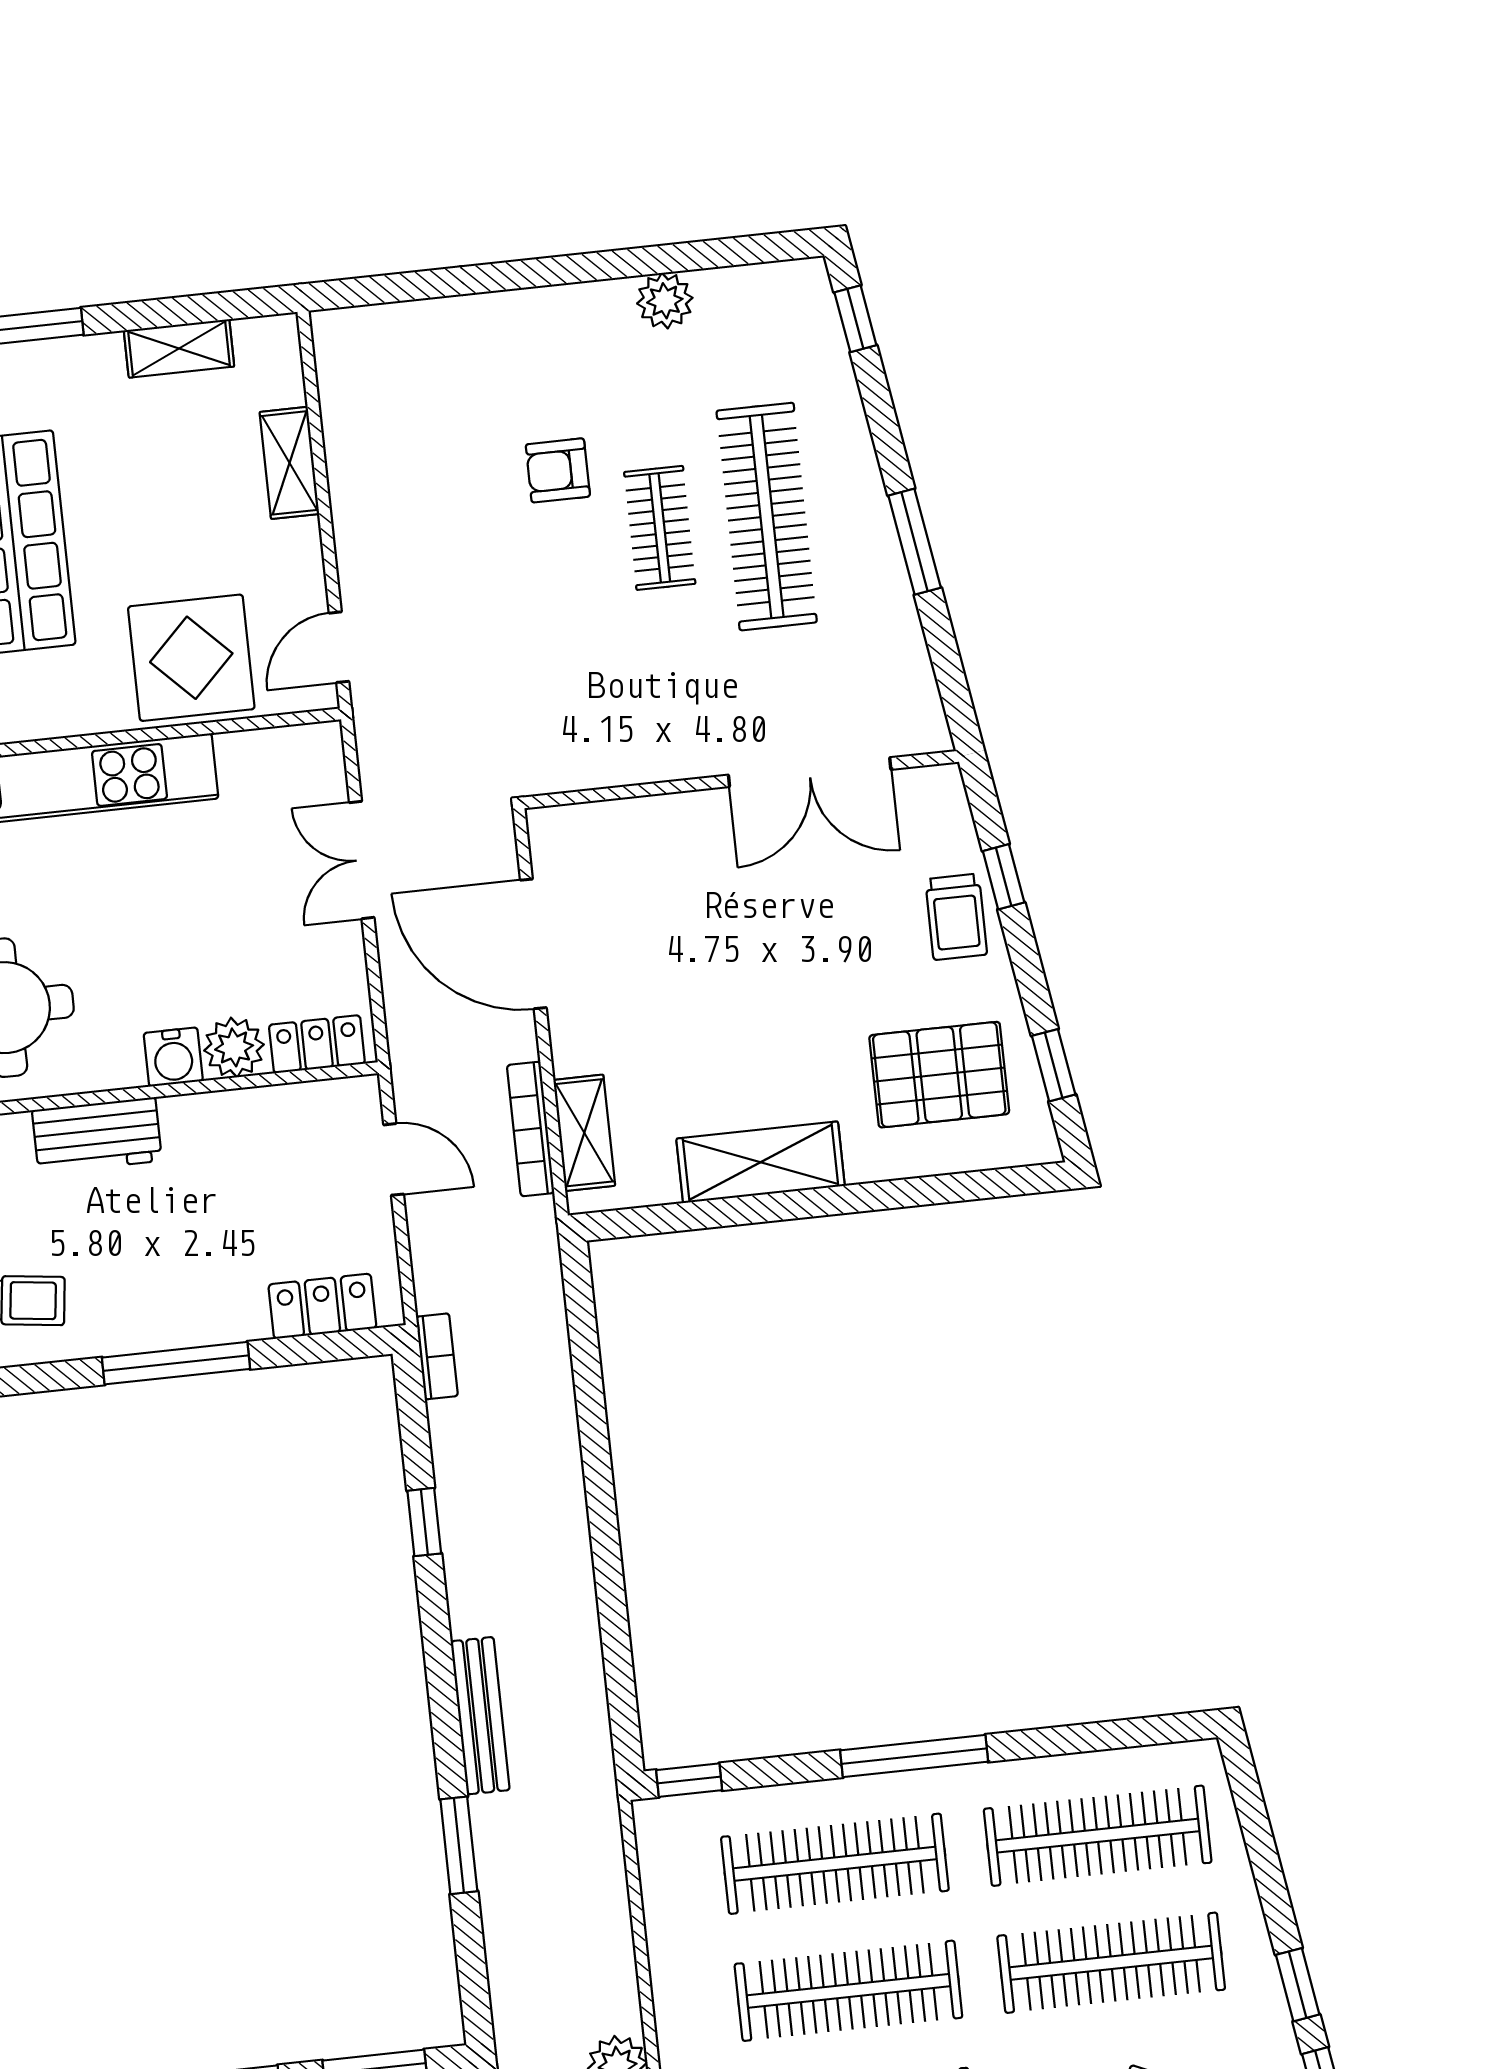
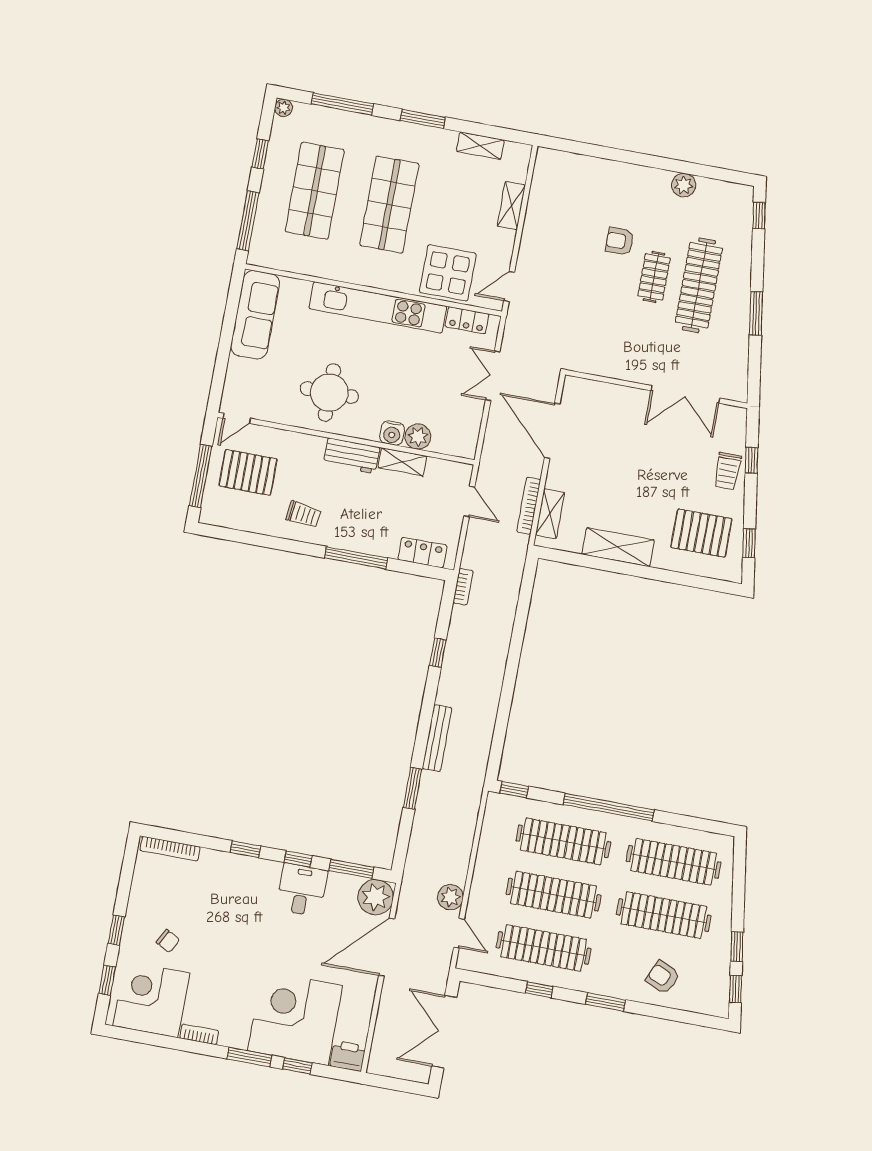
locker: (317, 1044) -> (467, 320), moved, turned 180
shelving: (216, 1115) -> (402, 462), added
window: (914, 1756) -> (609, 807), width x1.46

